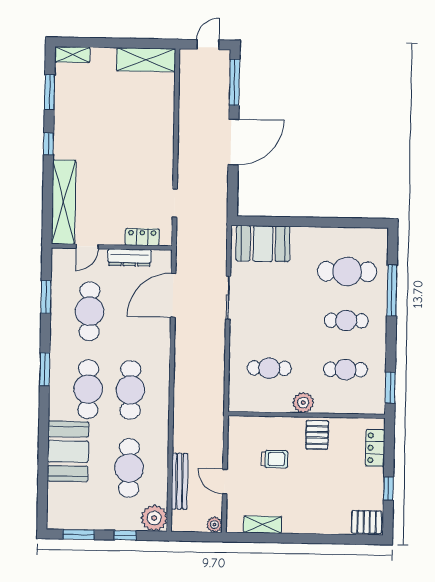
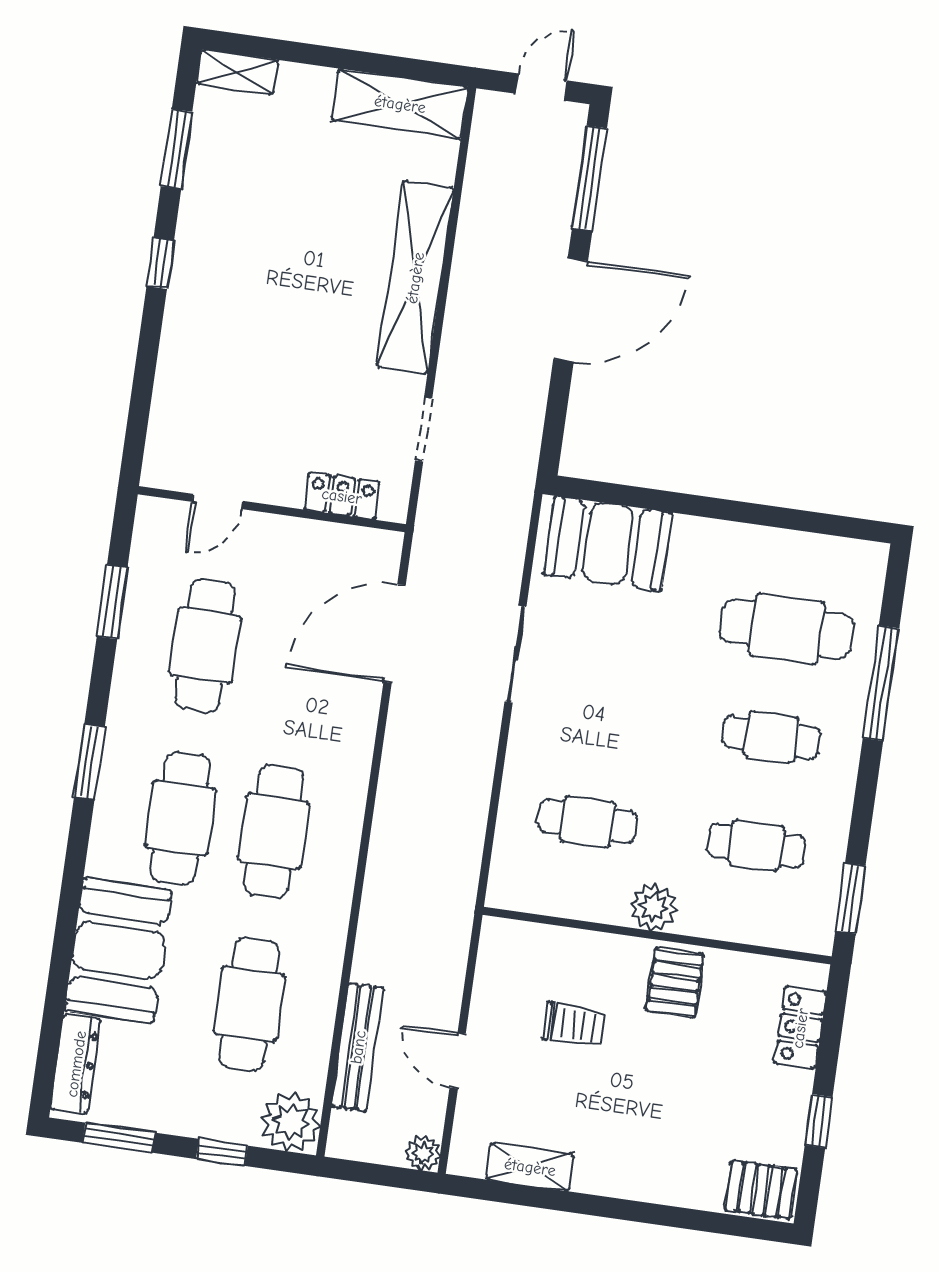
shelving: (64, 202) -> (415, 278), moved
dresser: (129, 257) -> (76, 1064), moved, turned -90

